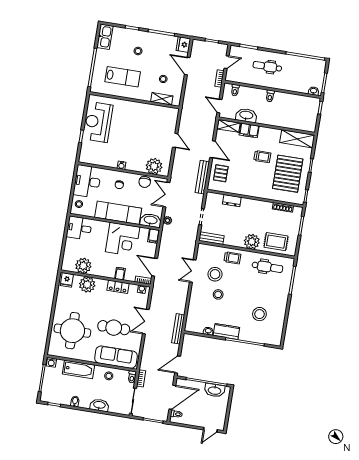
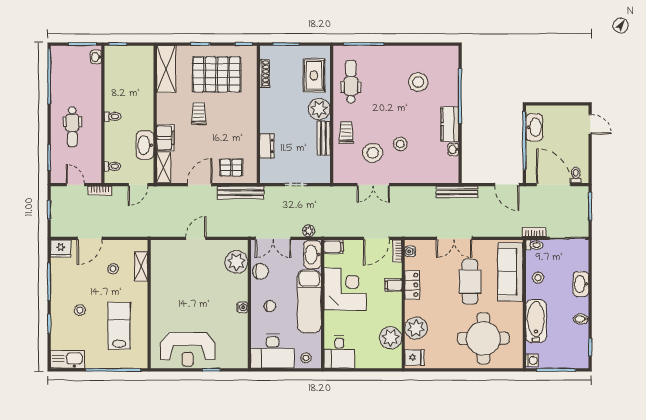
bench: (211, 238) -> (324, 138), moved

